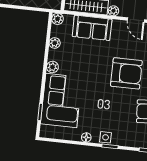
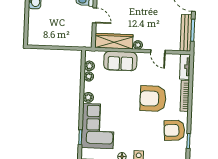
plant: (58, 19) -> (89, 66), moved
armchair: (126, 73) -> (153, 99), turned 180

